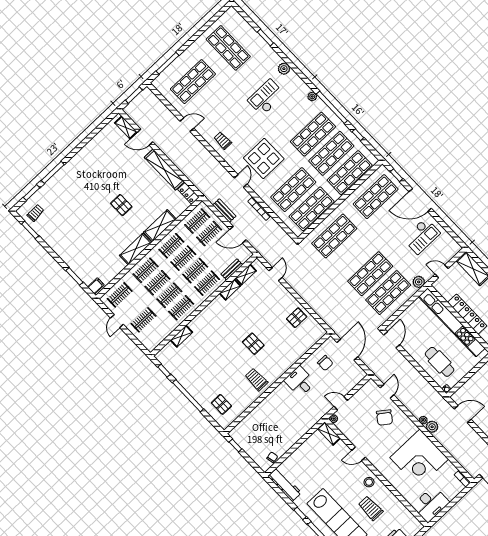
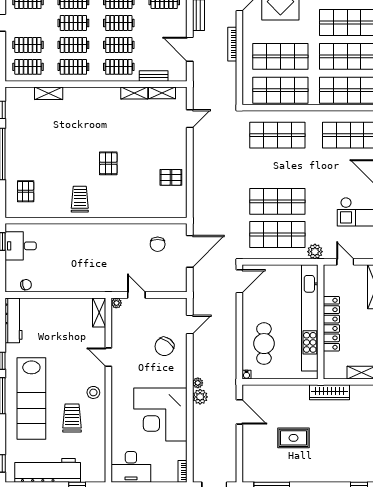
clothes rail: (209, 234) -> (28, 67), moved
desk: (300, 381) -> (21, 246), moved, turned -90

